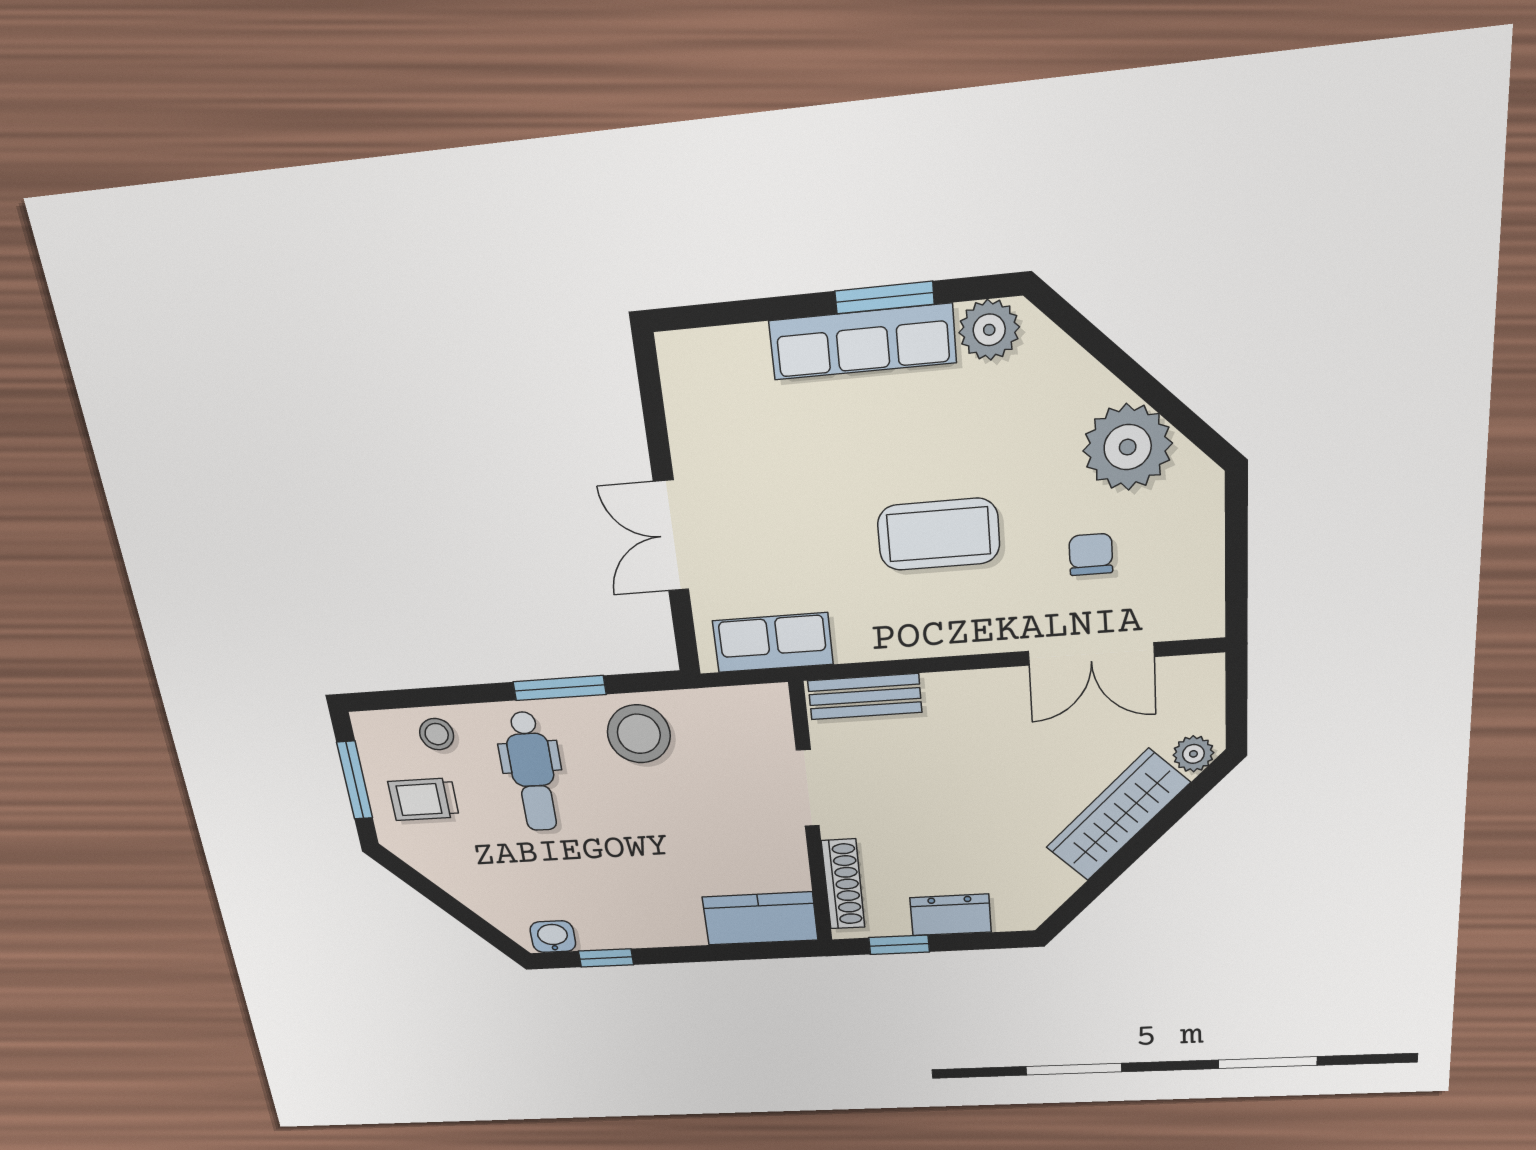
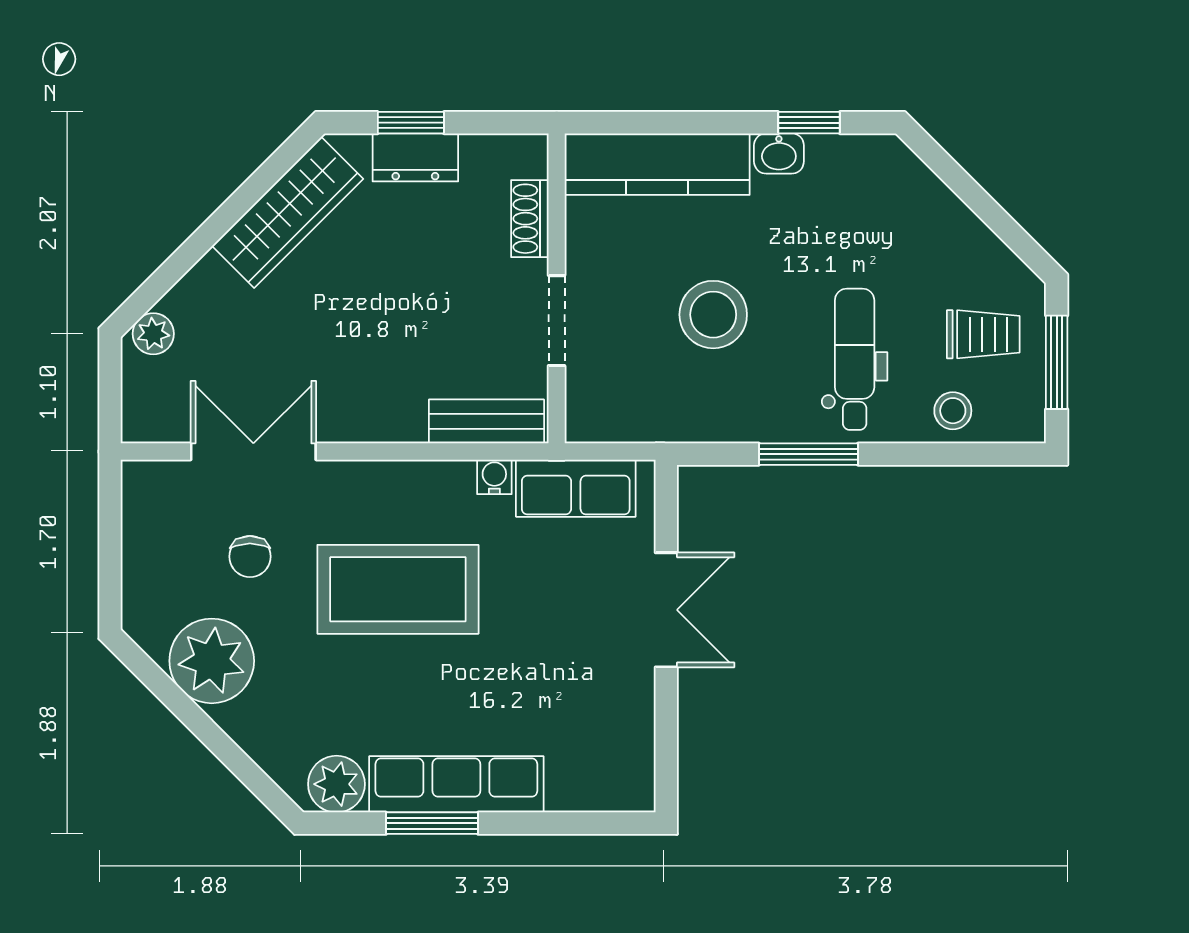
coffee table: (939, 534) -> (398, 589), width x1.36, depth x1.32
water cooler: (852, 647) -> (494, 477), added
stool: (639, 734) -> (713, 315), moved
wardrobe: (1118, 815) -> (288, 212), moved
shoe rack: (843, 884) -> (530, 219), width x0.70
kitchen counter: (760, 919) -> (657, 164), width x1.50
washbasin: (553, 937) -> (779, 153), moved
window: (899, 945) -> (411, 123), moved

